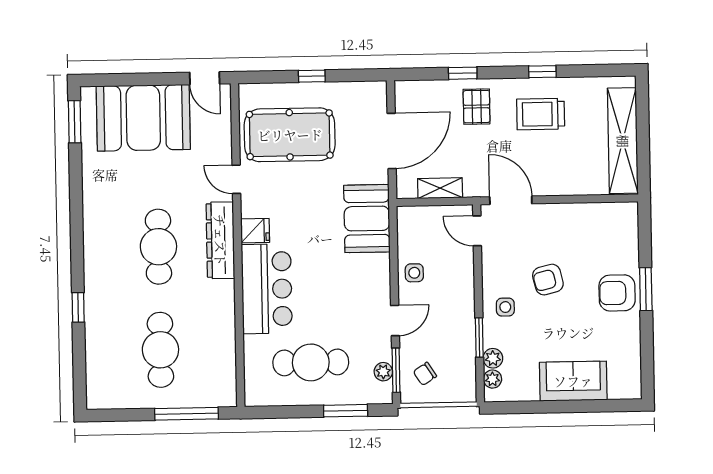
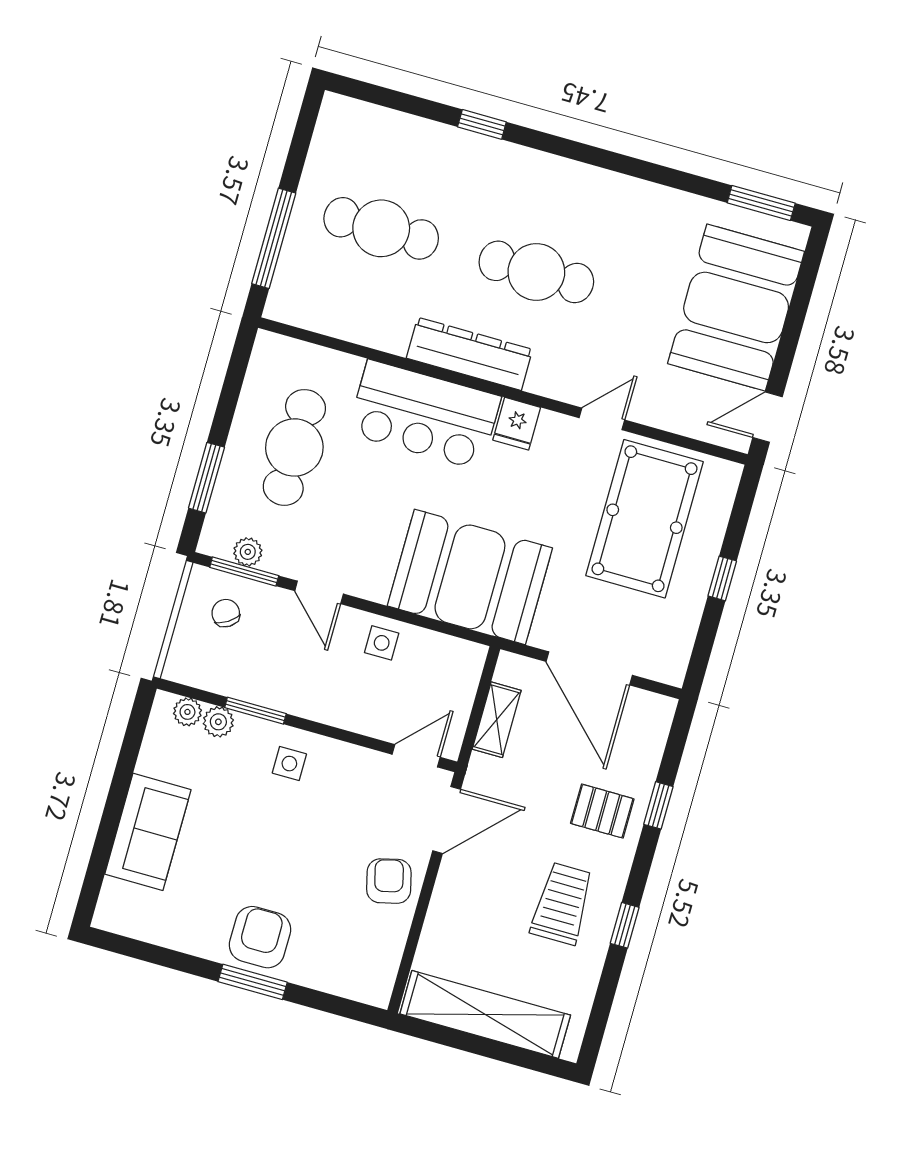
booth: (367, 219) -> (470, 577), width x1.36, depth x1.42
dresser: (220, 240) -> (469, 354), moved
armchair: (548, 280) -> (389, 881), moved

